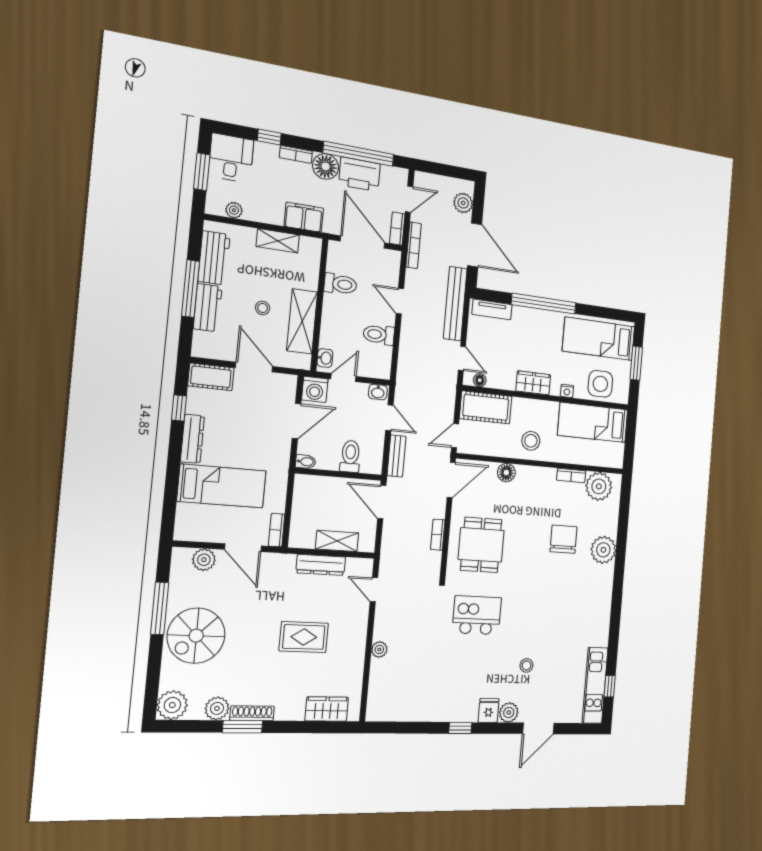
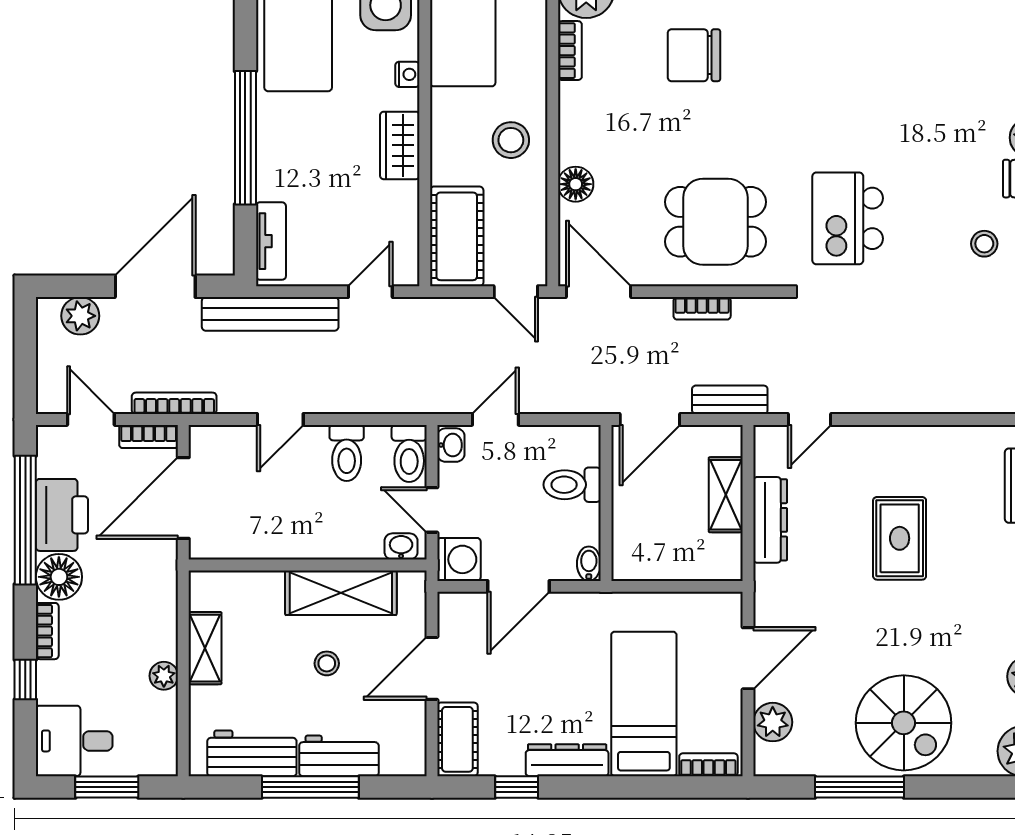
plant: (234, 210) -> (164, 676), moved
filing cabinet: (304, 217) -> (156, 607), removed
toilet: (340, 284) -> (409, 453), moved, turned 180
floor lamp: (480, 380) -> (407, 253), removed
door: (297, 421) -> (518, 586), swing flipped
bench: (396, 456) -> (730, 400), moved
bookcase: (277, 530) -> (708, 765), moved, turned 180
plant: (379, 649) -> (917, 399), removed
stool: (526, 665) -> (984, 244), moved

